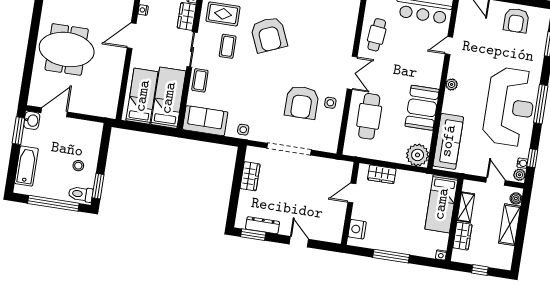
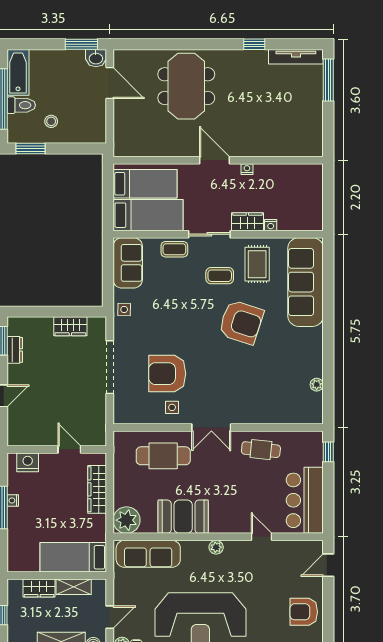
armchair: (269, 35) -> (241, 322), turned -139
bathtub: (26, 166) -> (18, 72), moved, turned -90
wardrobe: (382, 174) -> (97, 489), width x1.50
toilet: (81, 194) -> (21, 105), moved, turned 90
dresser: (262, 225) -> (15, 350), width x0.70
nightstand: (441, 255) -> (13, 500), moved

